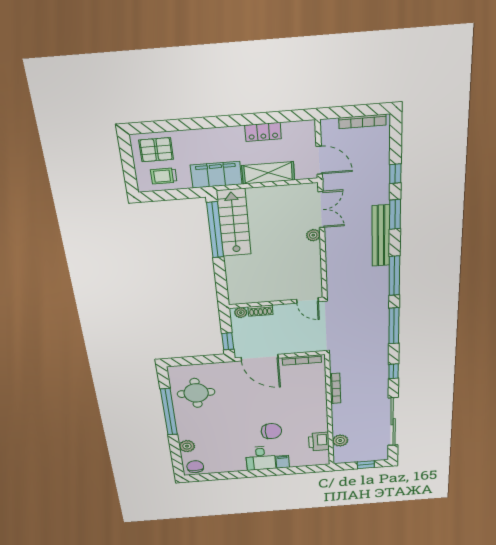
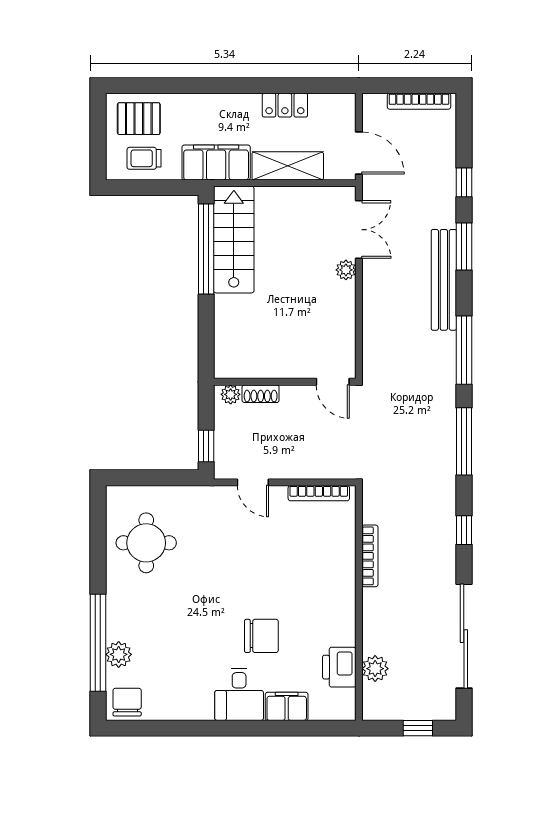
door: (260, 358) -> (253, 482), width x0.53
window: (169, 412) -> (98, 643), moved
filing cabinet: (283, 462) -> (287, 706), width x2.00

